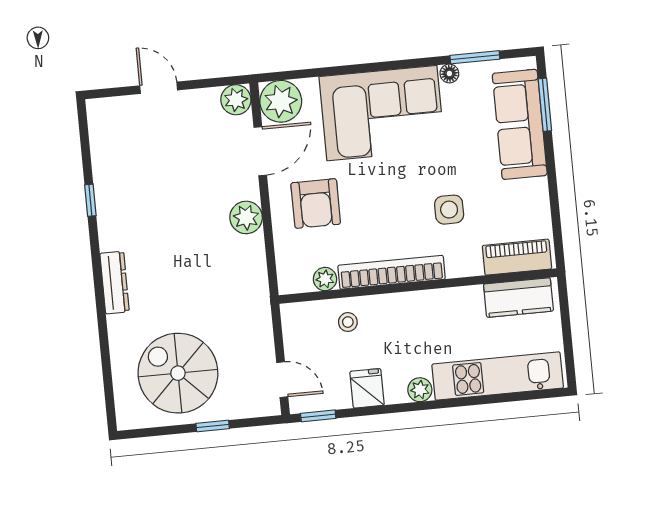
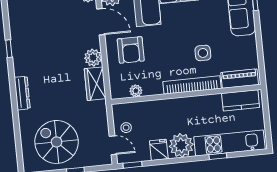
door: (260, 151) -> (101, 22), hinge flipped
wardrobe: (250, 266) -> (95, 84), added
bookcase: (392, 272) -> (192, 85), moved
stool: (348, 322) -> (126, 128), moved
plant: (420, 390) -> (181, 145), width x1.88, depth x1.88
window: (476, 401) -> (218, 156), added

